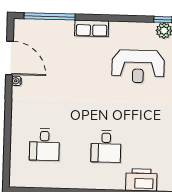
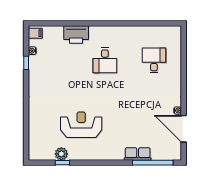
row of seats: (92, 28) -> (138, 154), moved
desk: (106, 146) -> (105, 60), turned 180

